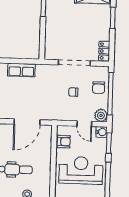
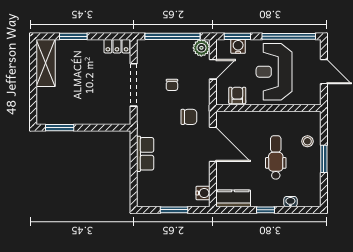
chair: (99, 88) -> (189, 117), moved
water cooler: (101, 132) -> (238, 46), moved

